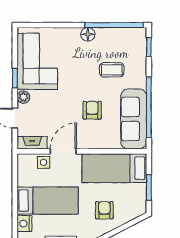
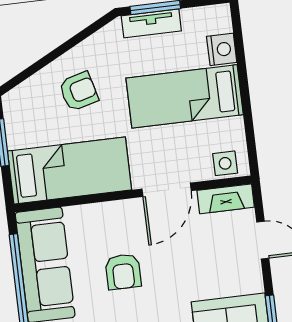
plant: (23, 97) -> (252, 280), removed
side table: (44, 162) -> (225, 163), moved
armchair: (104, 210) -> (79, 91), turned -105

